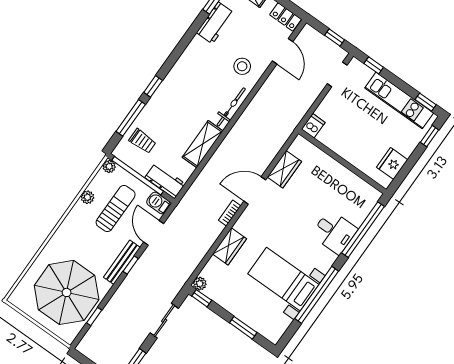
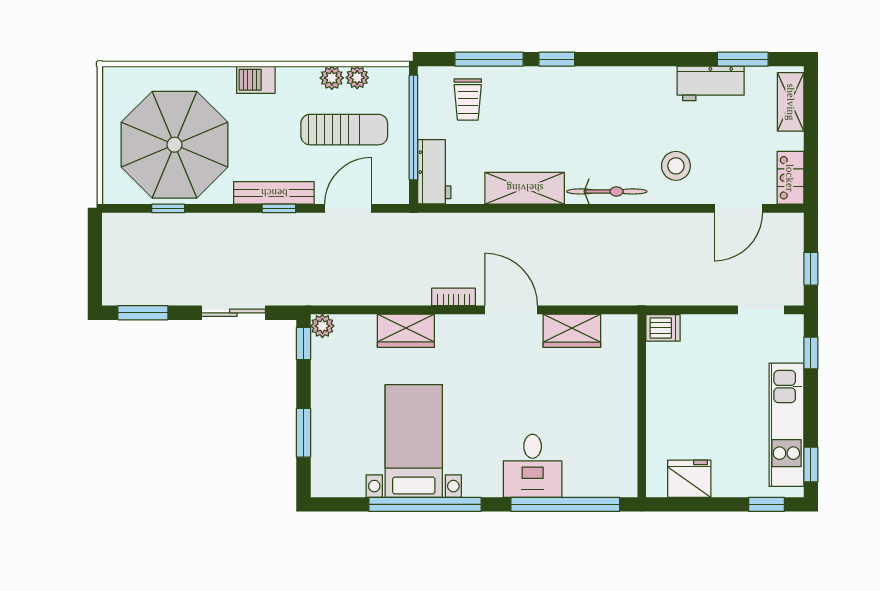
plant: (109, 166) -> (357, 78), moved
barbecue: (158, 203) -> (256, 80), moved, turned -90

